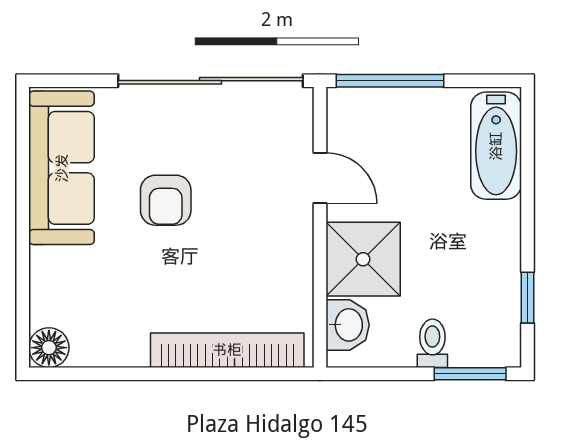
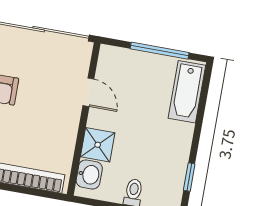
window: (390, 81) -> (160, 51), moved
shower: (363, 259) -> (98, 145), width x0.73, depth x0.73

